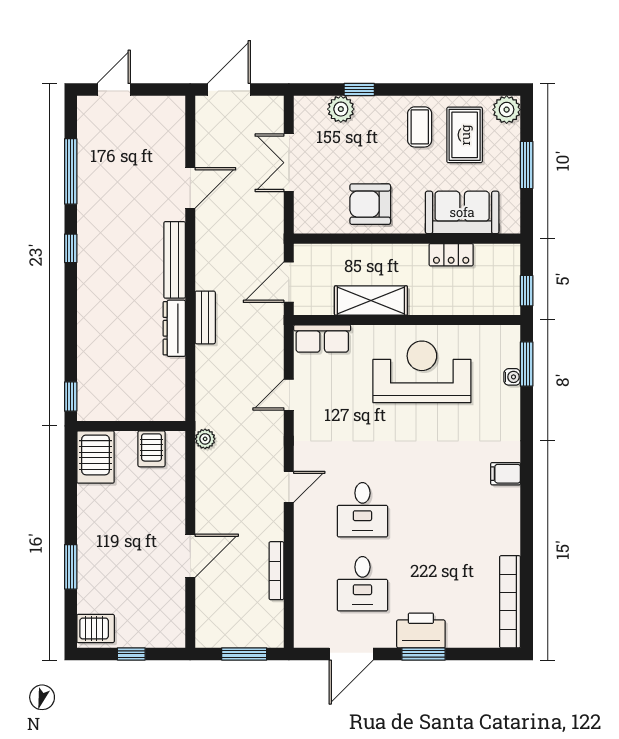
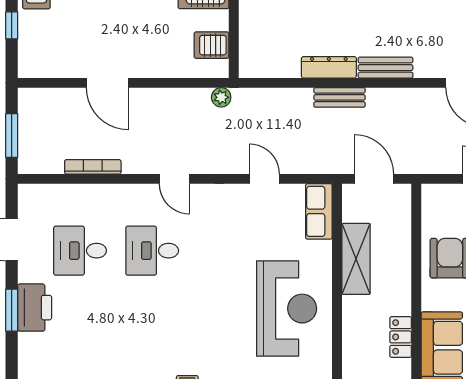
bench: (175, 260) -> (386, 68), width x0.73

